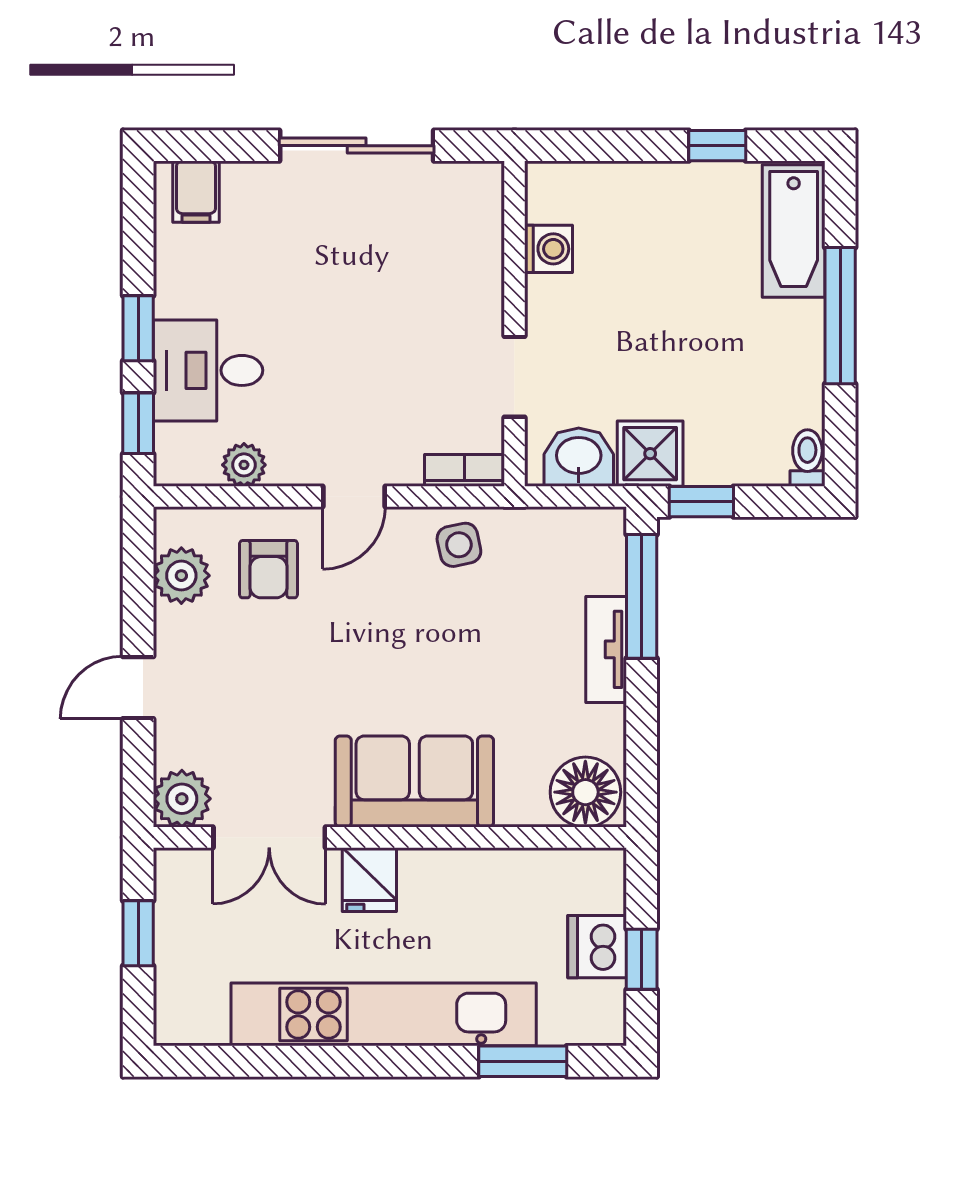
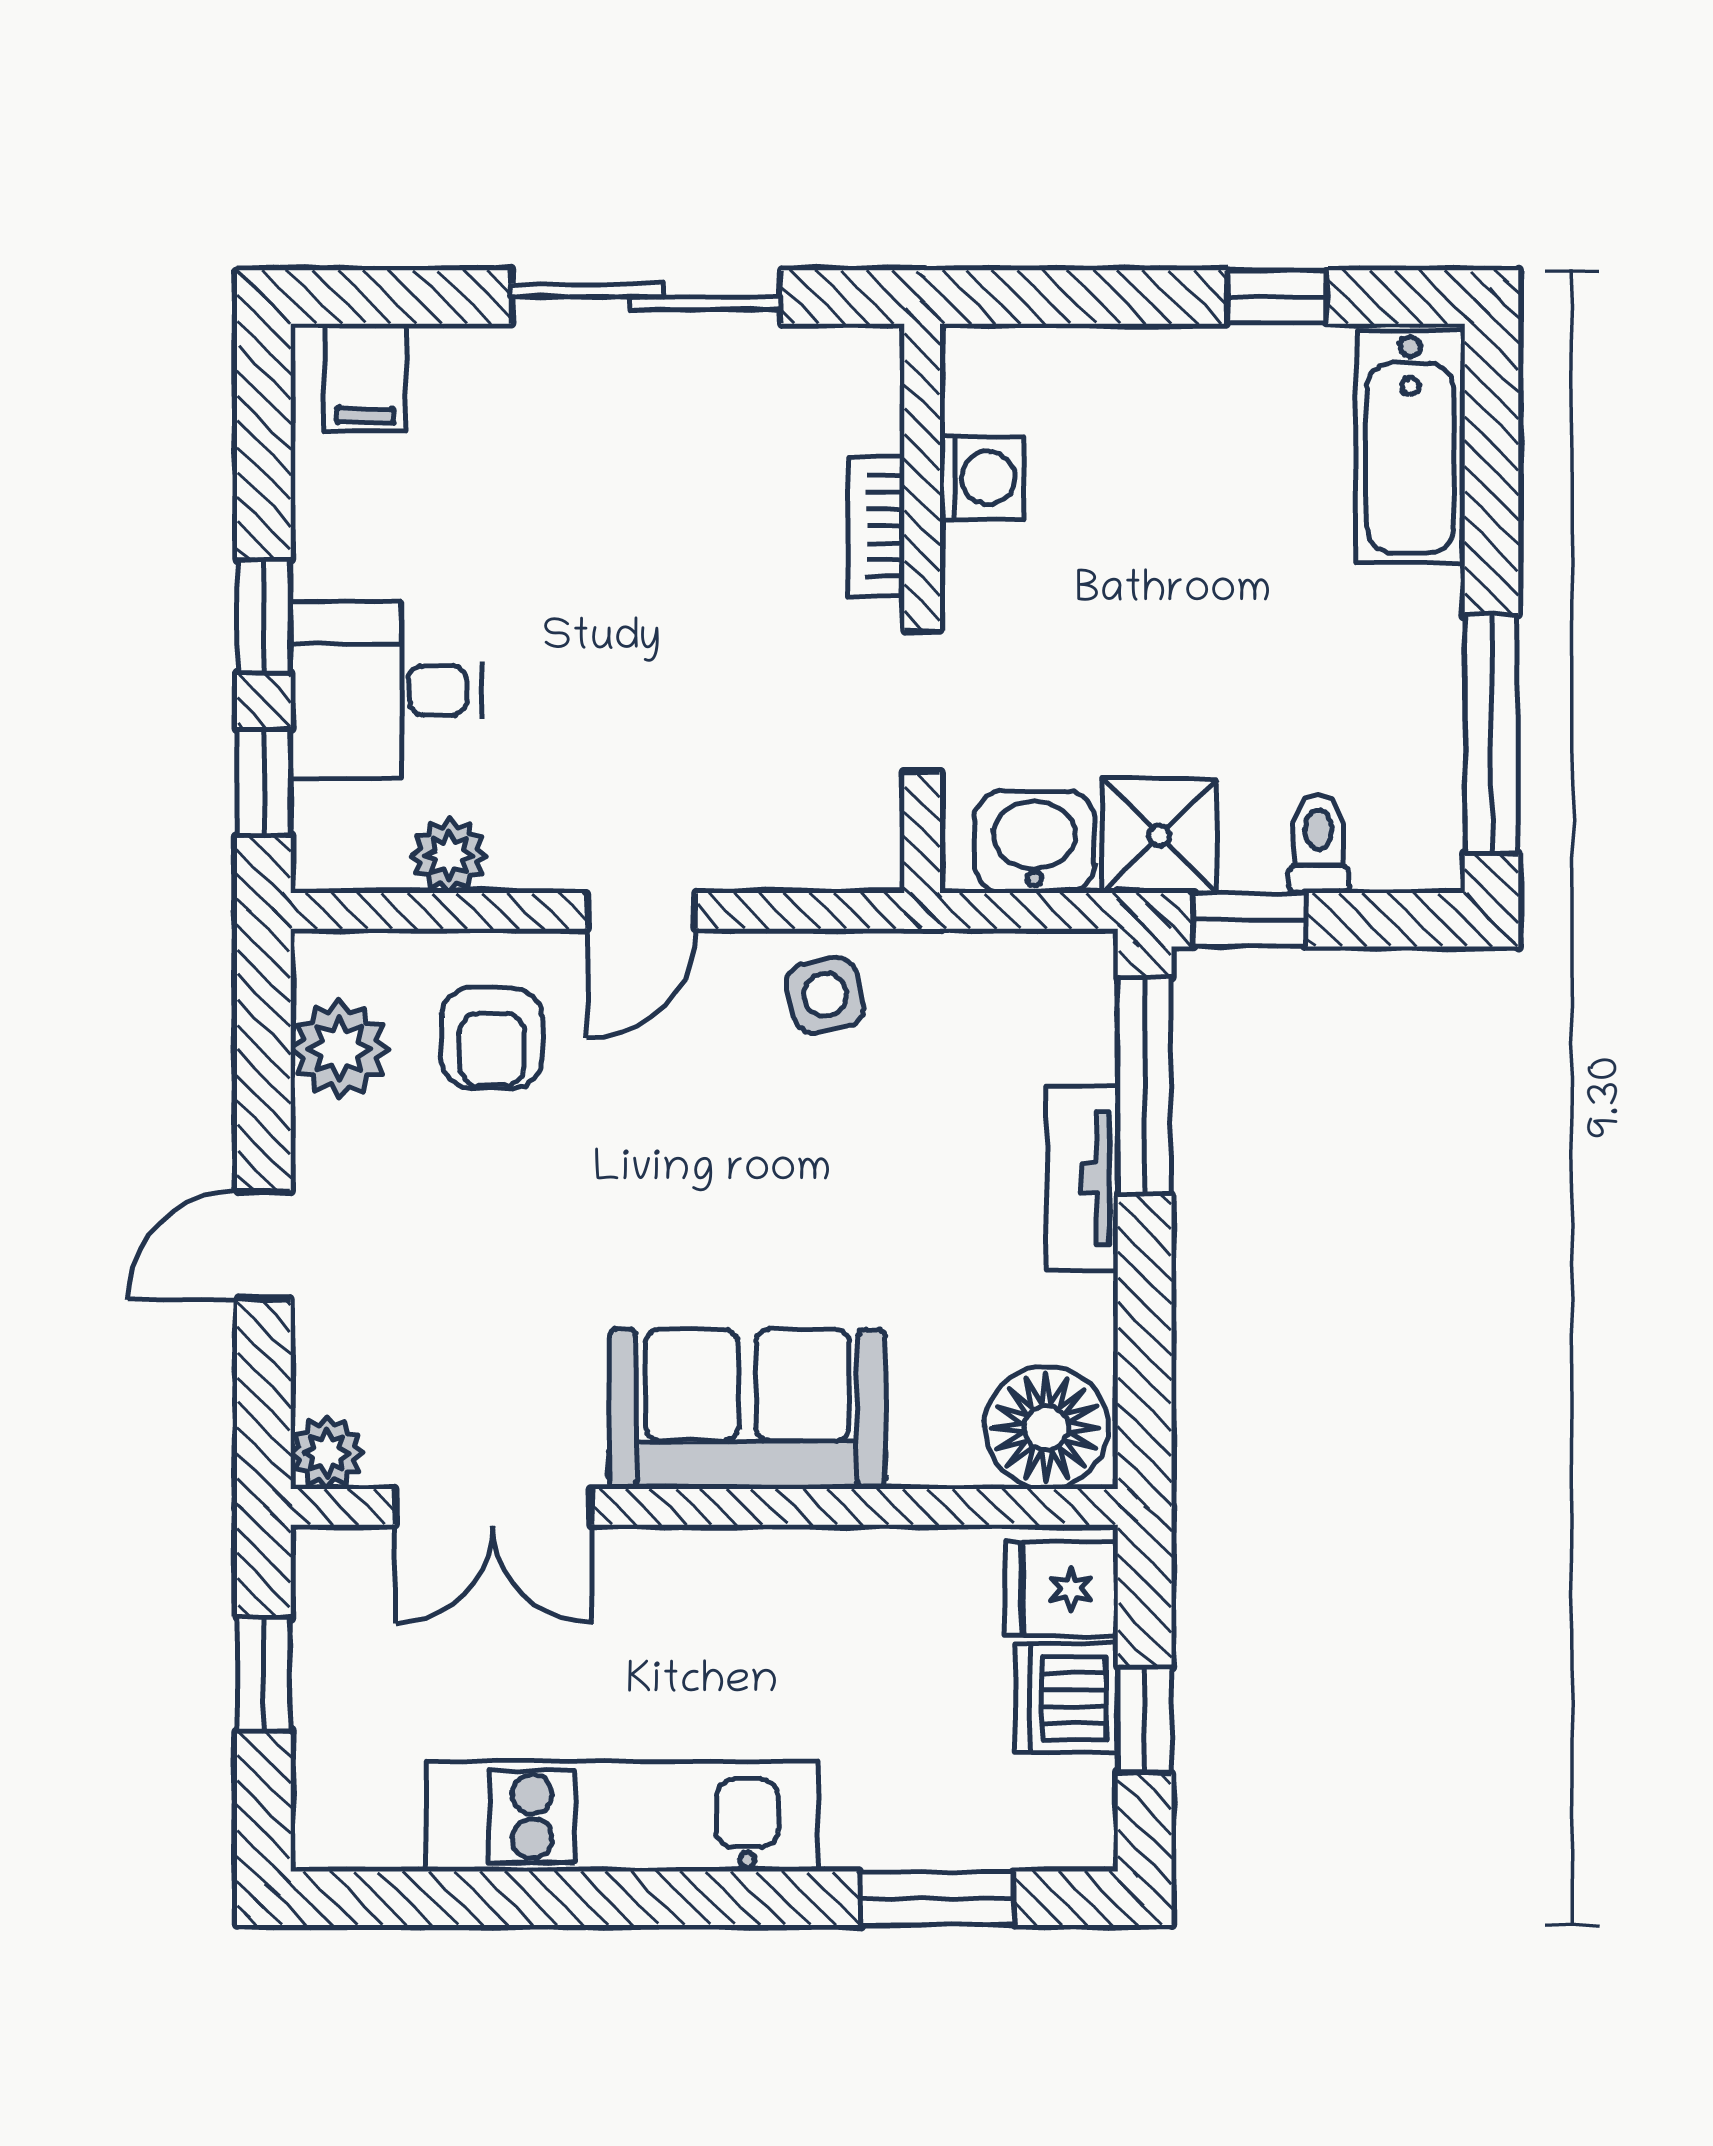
window: (840, 316) -> (1492, 734), moved
toilet: (807, 458) -> (1319, 843), moved
bookcase: (464, 470) -> (876, 526), moved, turned -90
plant: (182, 799) -> (327, 1453), width x0.73, depth x0.73
fridge: (369, 880) -> (1062, 1589), moved, turned 90
kitchen unit: (384, 1014) -> (622, 1816), width x0.73

